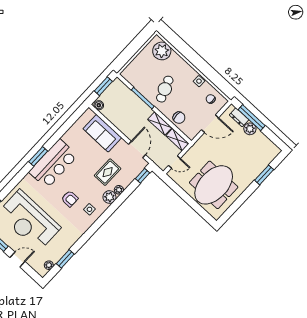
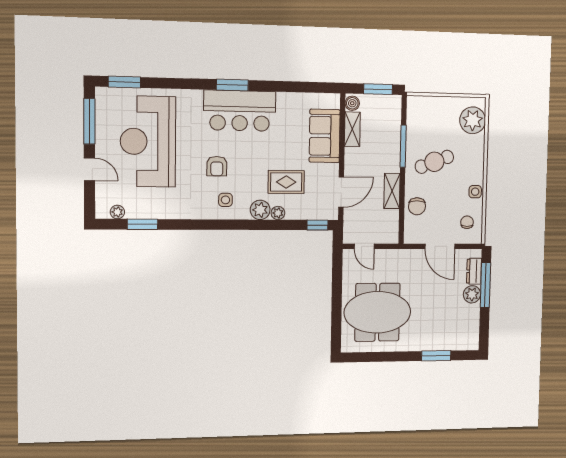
shelving: (177, 140) -> (352, 129), moved

